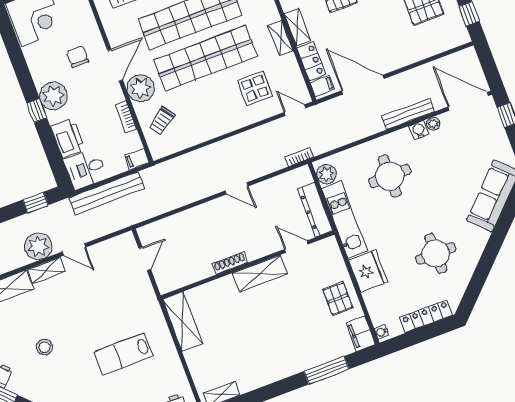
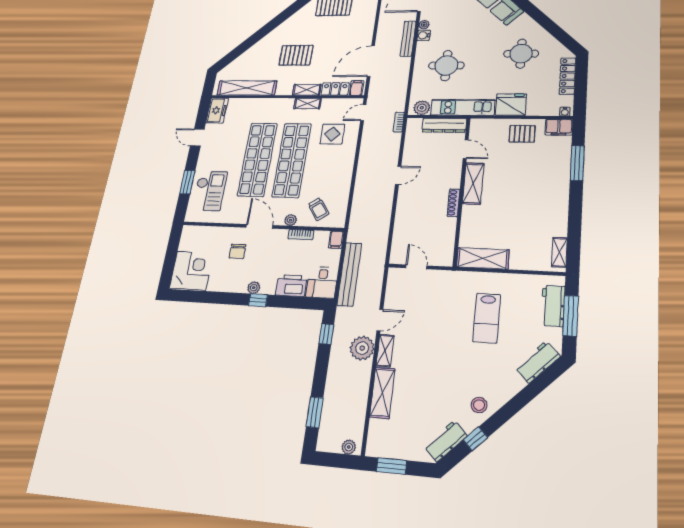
chair: (78, 57) -> (237, 251), turned -90
plant: (141, 88) -> (291, 220), width x0.53, depth x0.53
plant: (53, 96) -> (254, 288), width x0.53, depth x0.53
door: (296, 247) -> (466, 149), swing flipped
stool: (45, 347) -> (479, 405), moved

